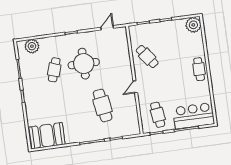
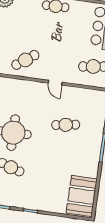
cafe table: (103, 106) -> (66, 125), width x0.73, depth x0.74

